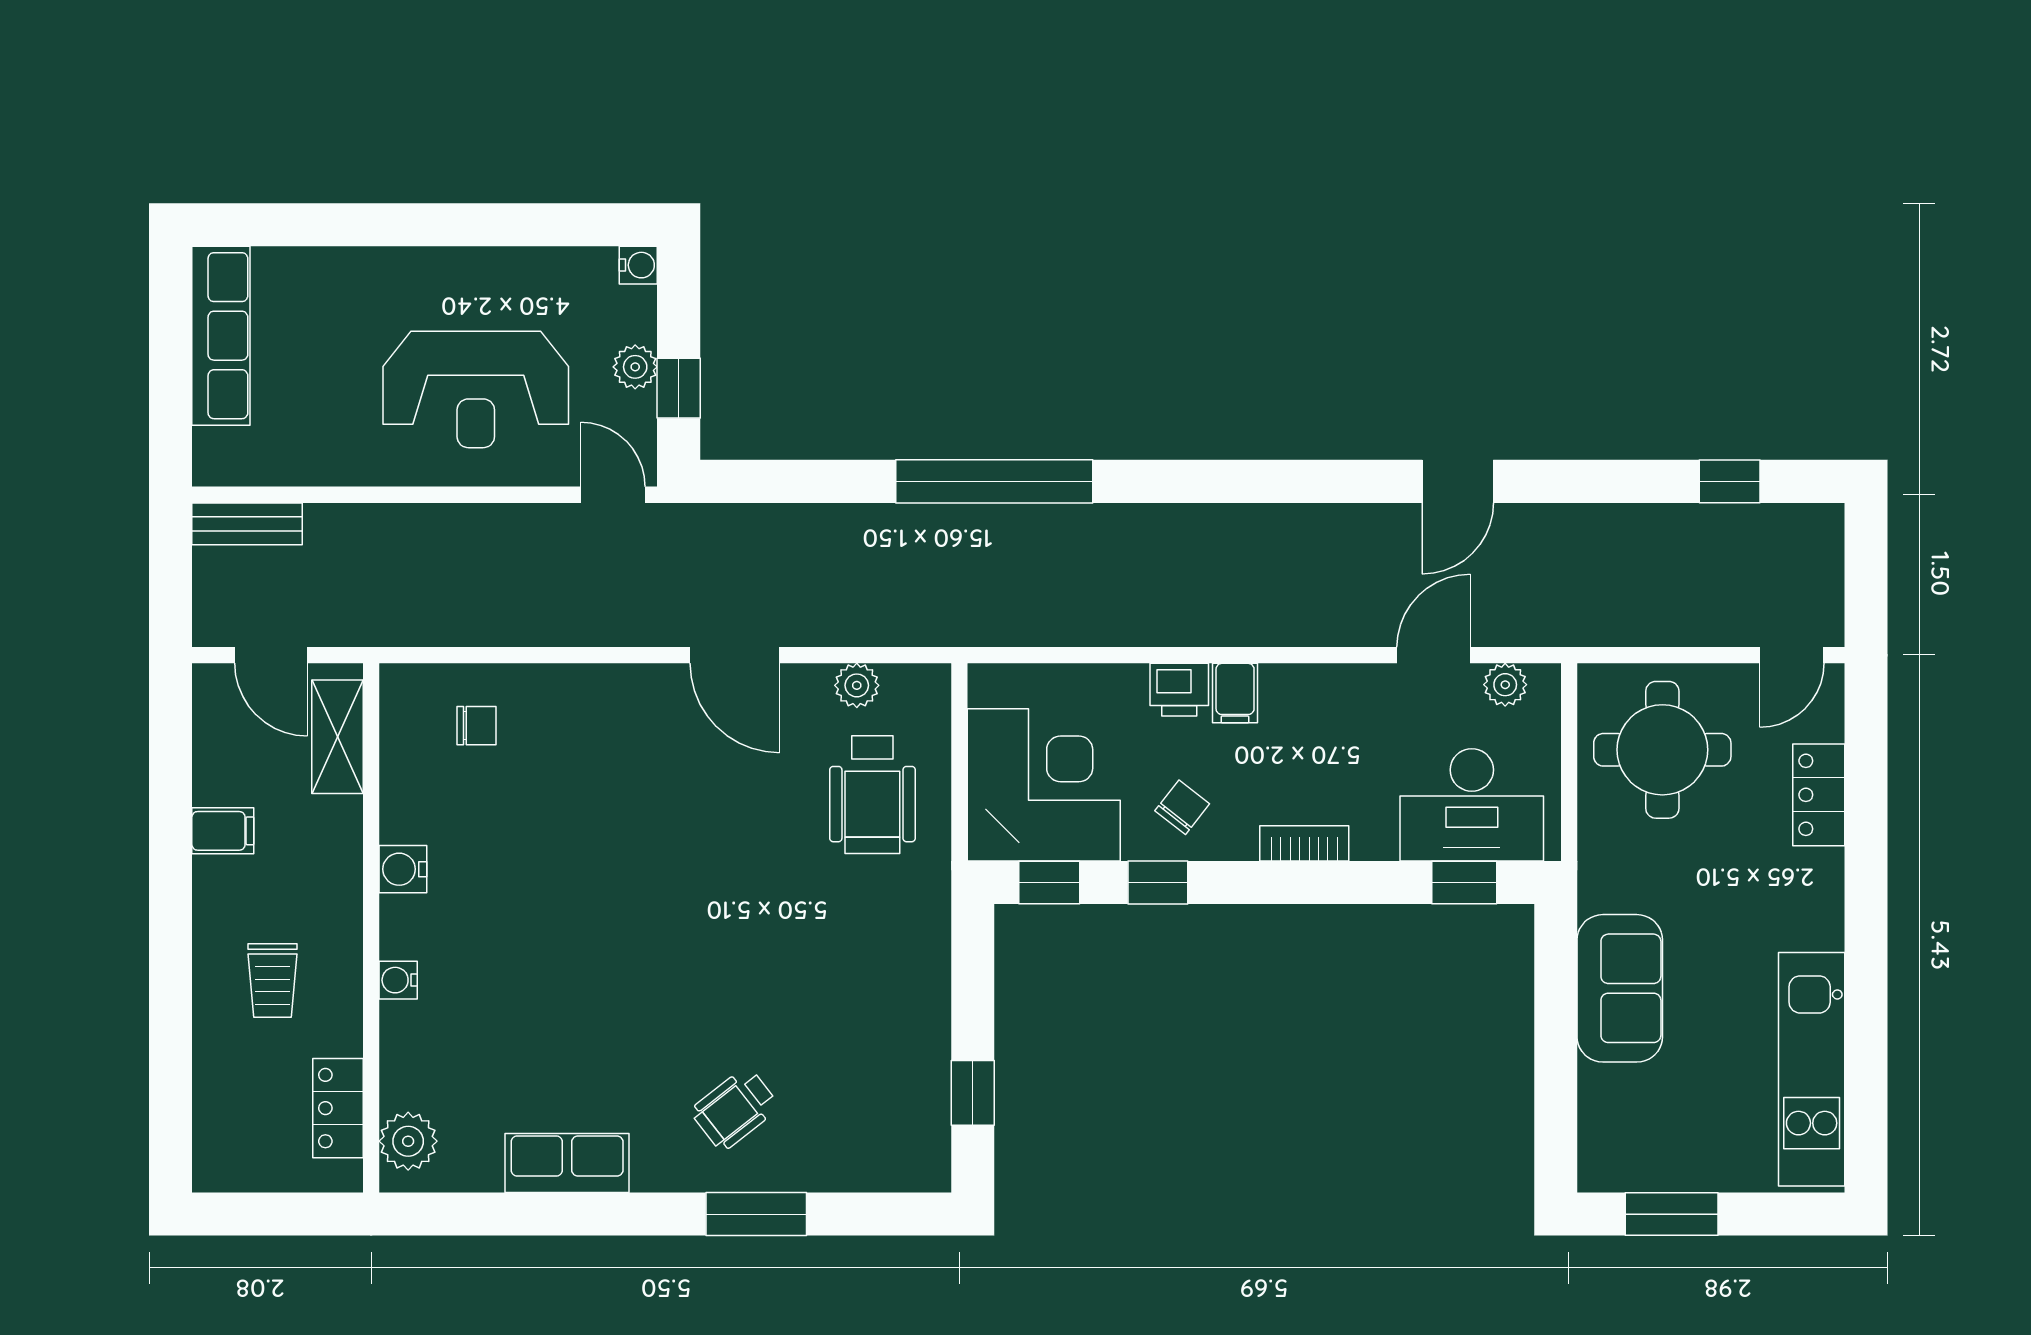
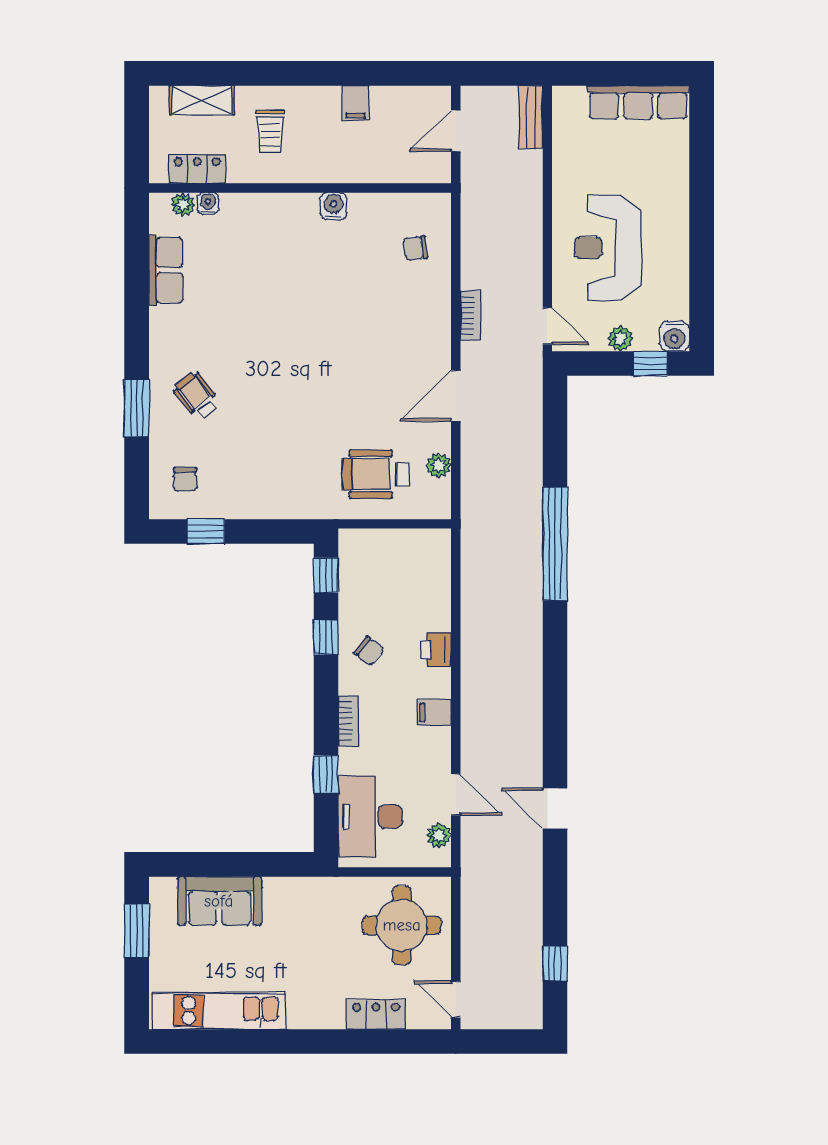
water cooler: (638, 265) -> (674, 336), width x1.38, depth x1.38
window: (679, 388) -> (650, 364), moved
door: (613, 495) -> (547, 326), hinge flipped
bookcase: (595, 630) -> (470, 316), added
filing cabinet: (1235, 693) -> (434, 713), moved
chair: (476, 726) -> (416, 248), turned 83
shelving: (338, 737) -> (202, 100), moved
corner desk: (1044, 785) -> (382, 572), removed
window: (1464, 883) -> (326, 774), moved
trolley: (273, 980) -> (270, 132), turned -90
water cooler: (398, 980) -> (208, 203), moved
sofa: (1620, 988) -> (219, 901), moved
chair: (881, 1129) -> (185, 479), added
plant: (408, 1141) -> (183, 205), width x0.73, depth x0.73
row of seats: (567, 1163) -> (166, 270), moved

